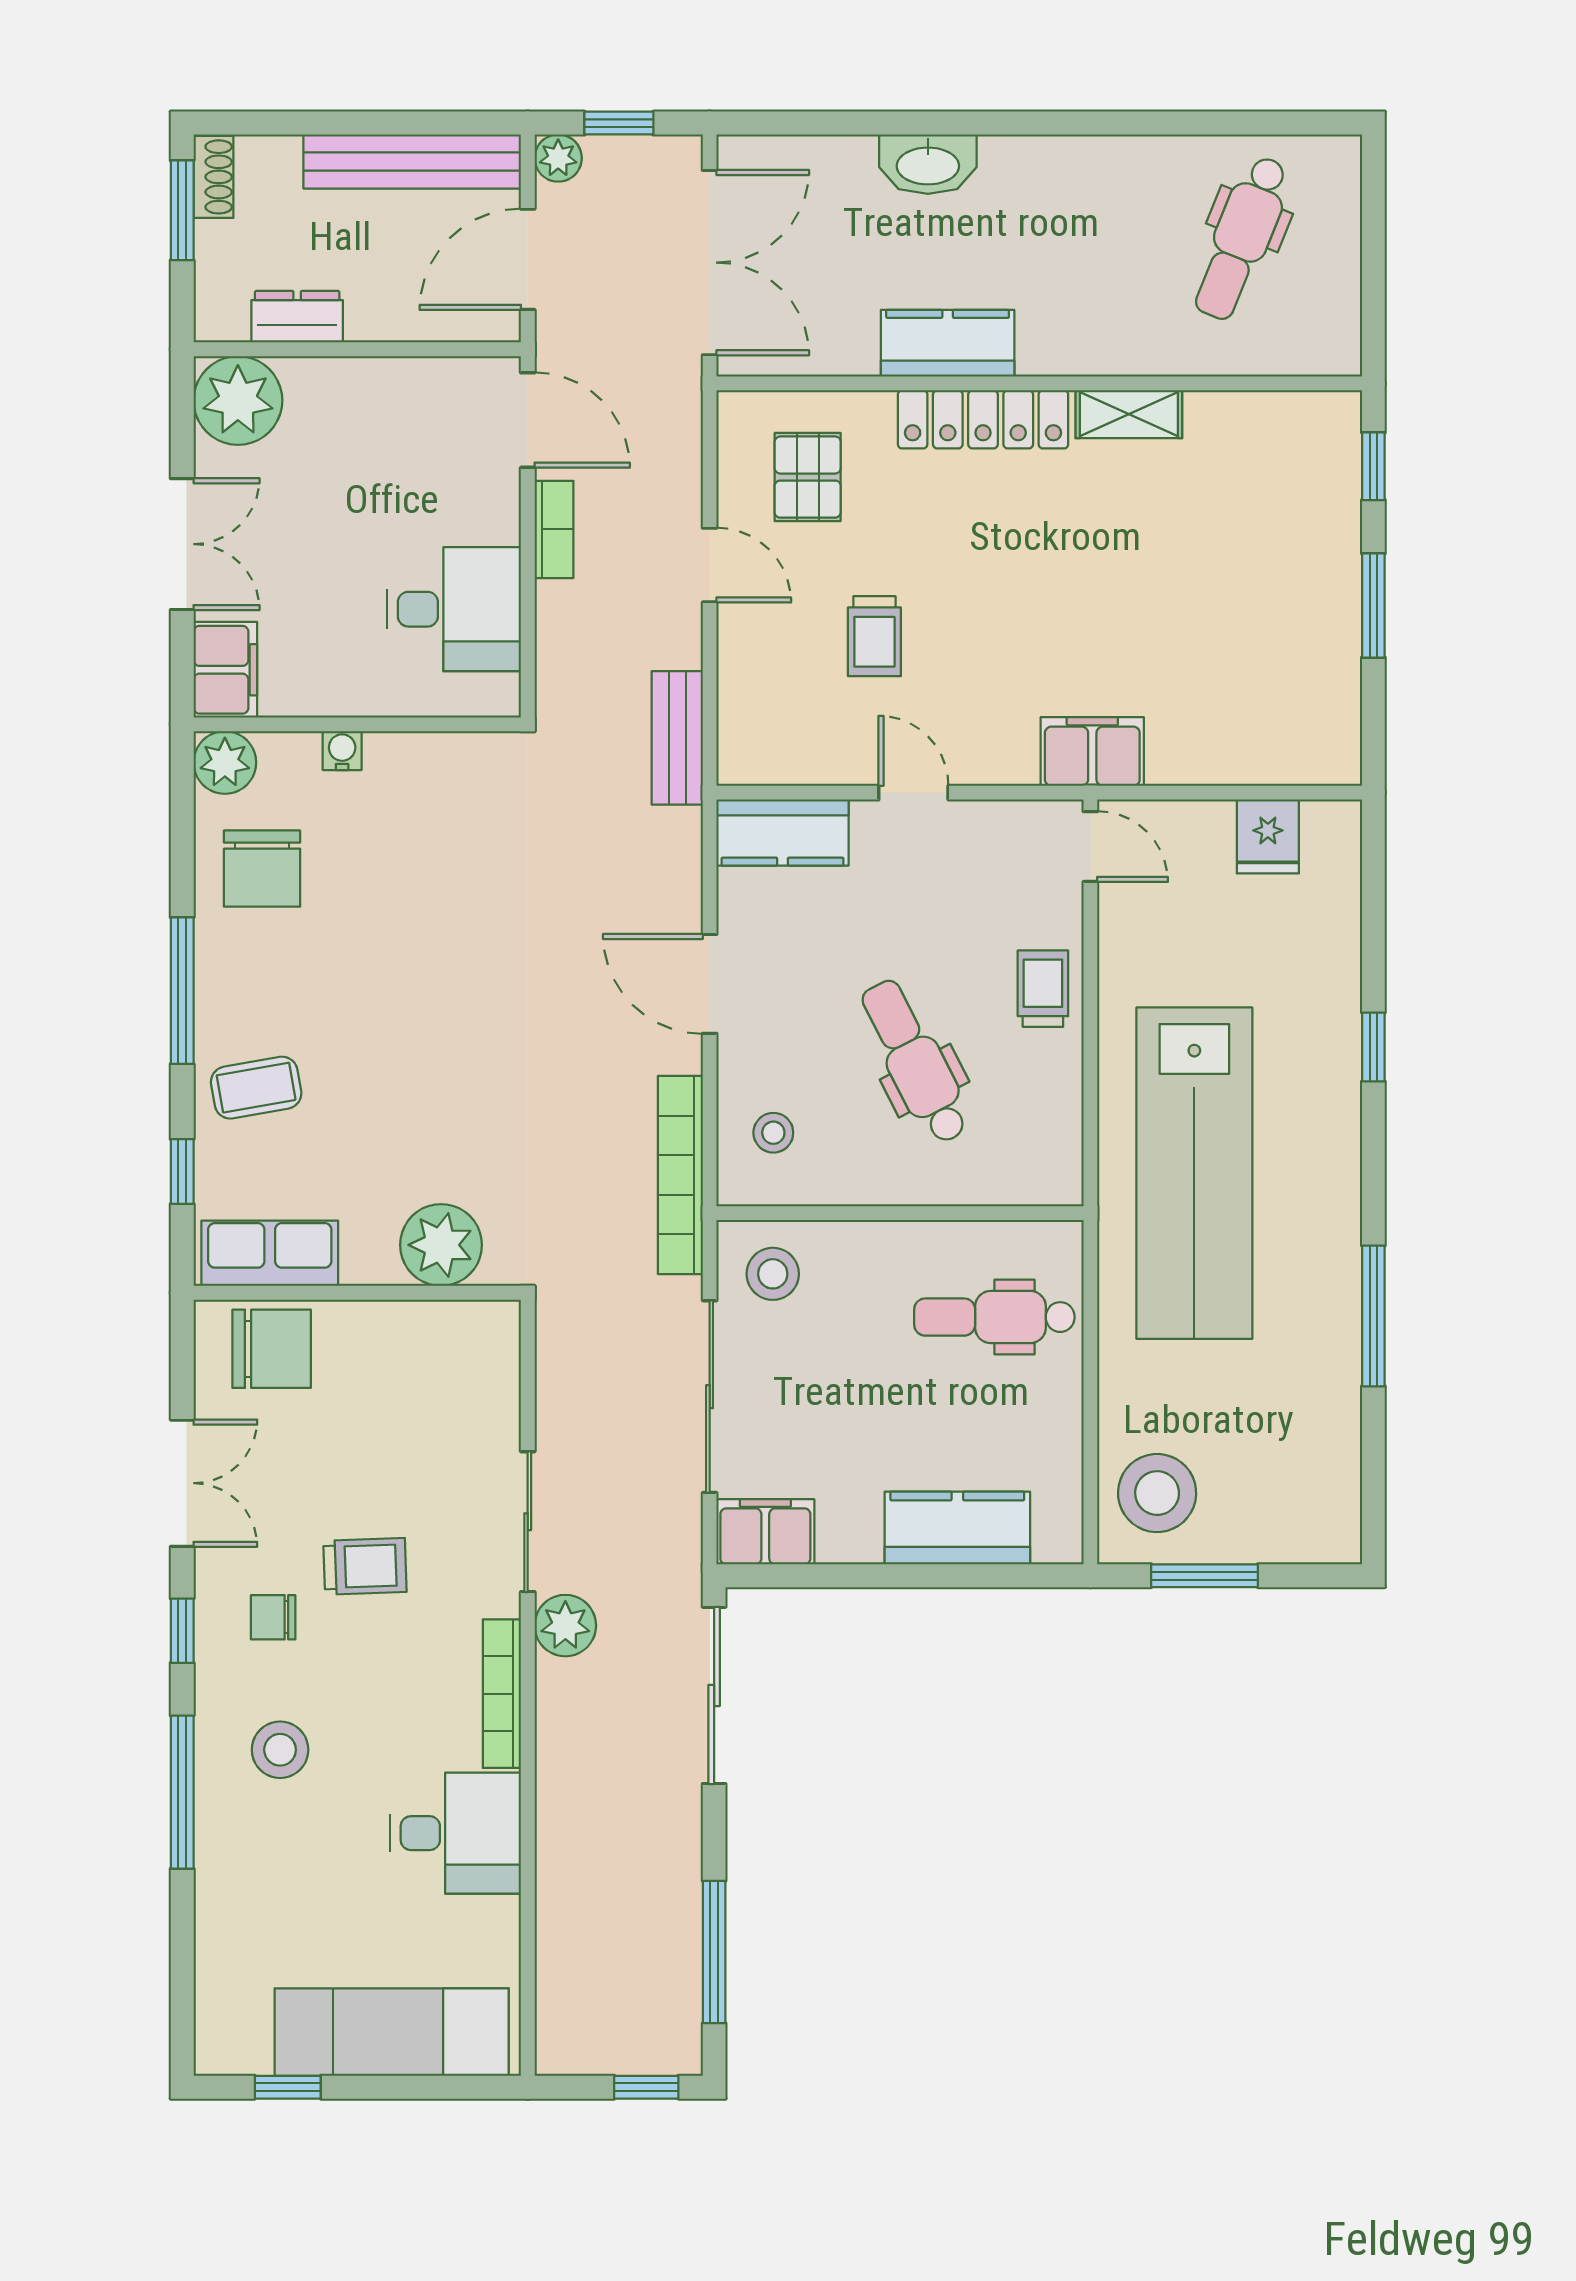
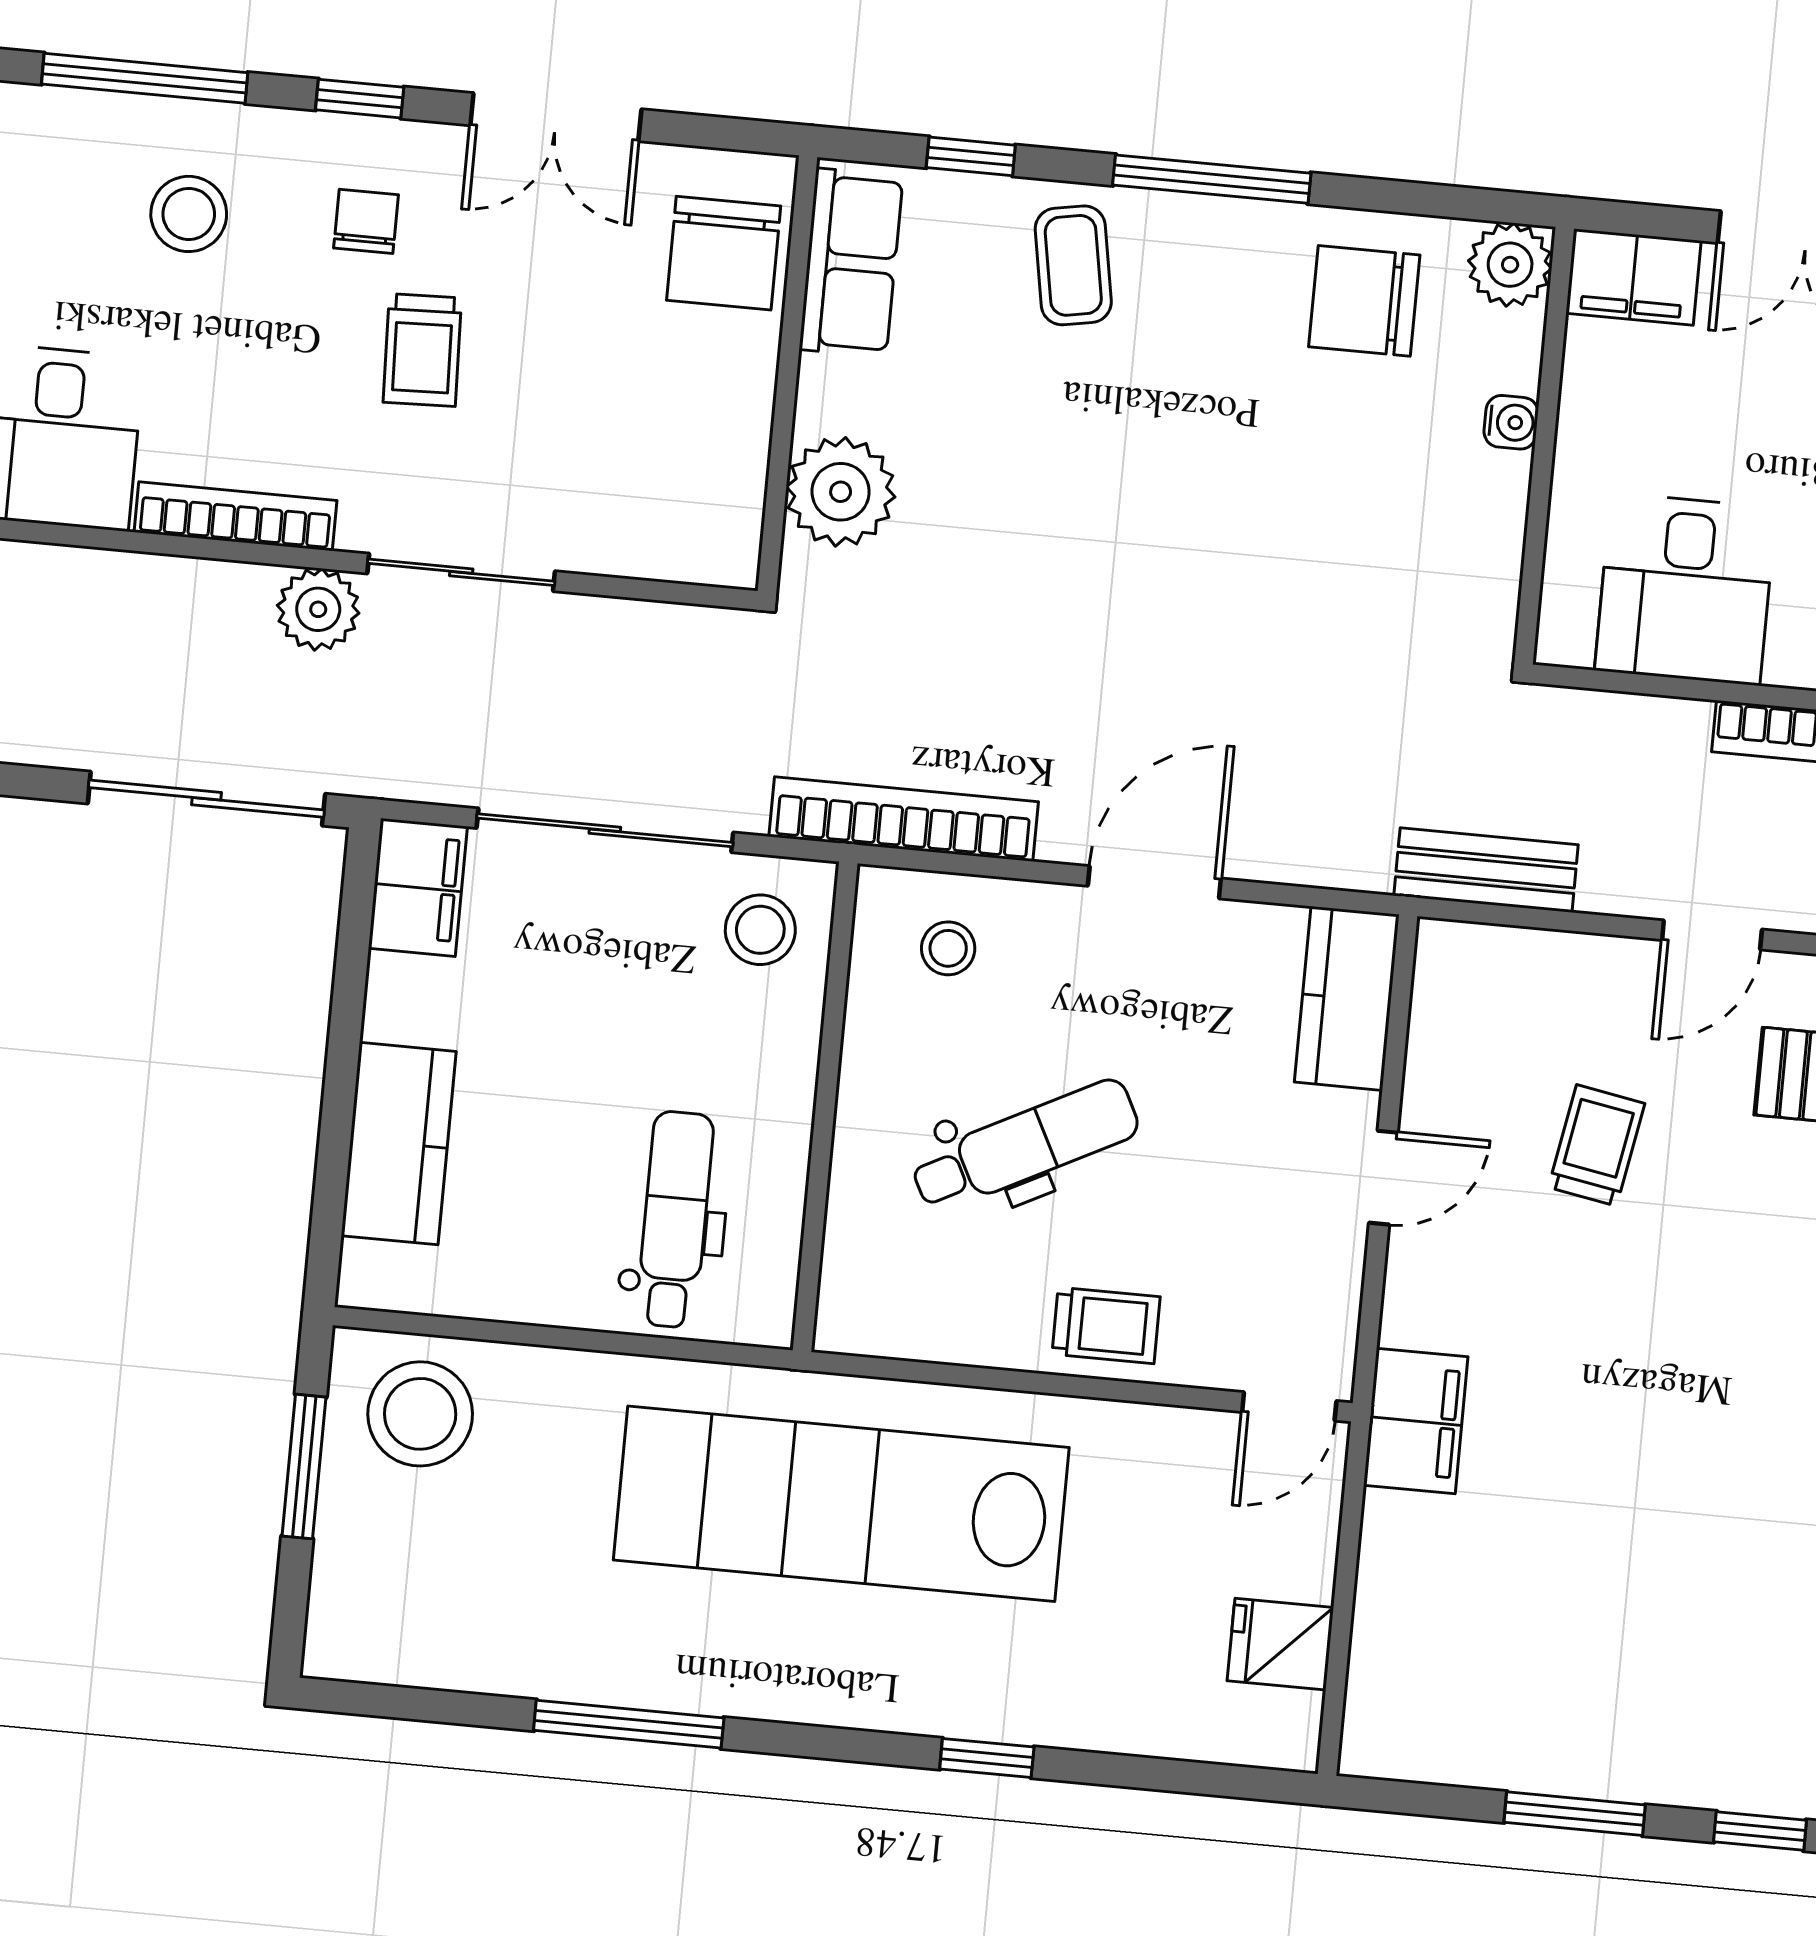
trolley: (874, 636) -> (1597, 1145), turned 100

